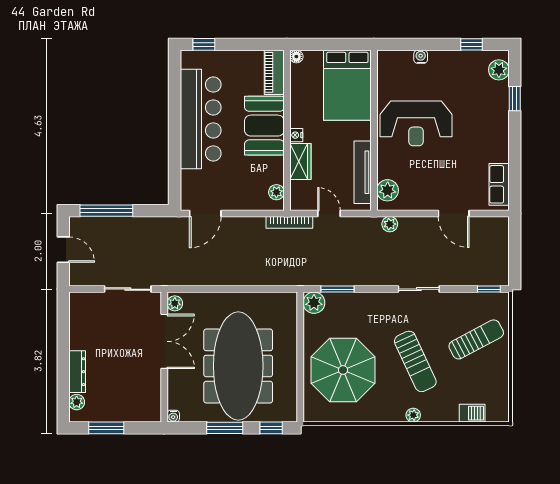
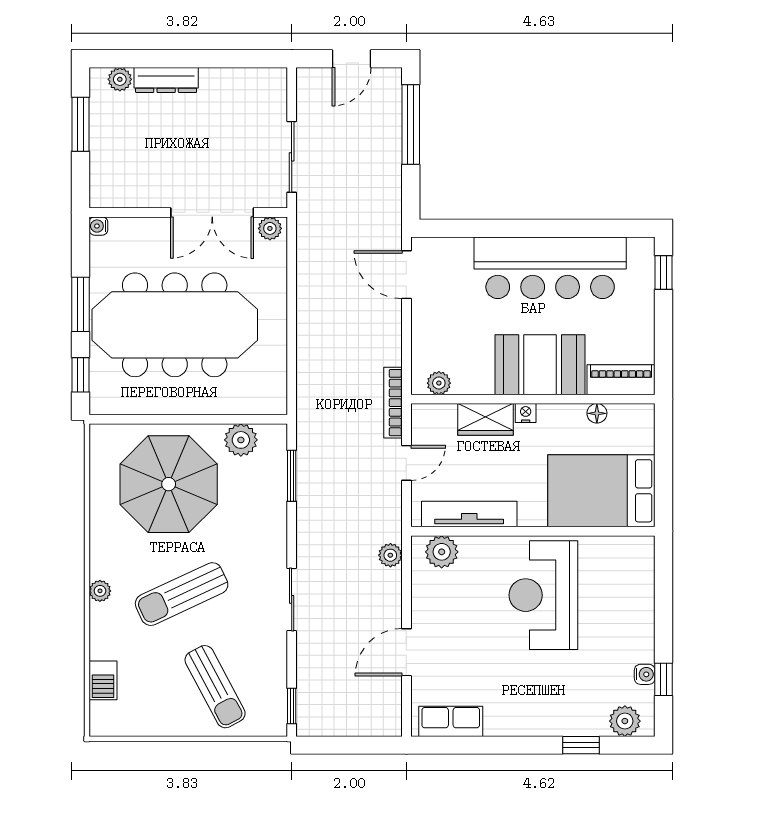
floor lamp: (296, 57) -> (597, 413), moved
water cooler: (421, 57) -> (645, 674), moved
plant: (314, 303) -> (241, 440), moved

